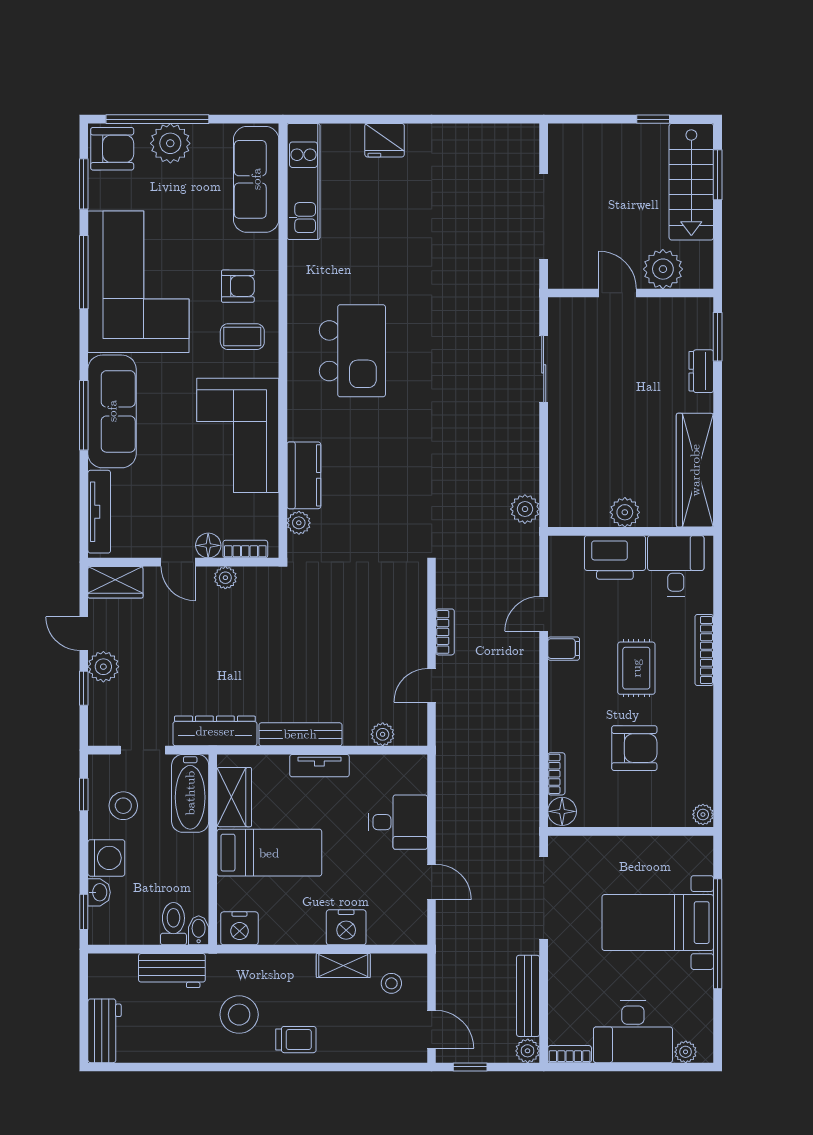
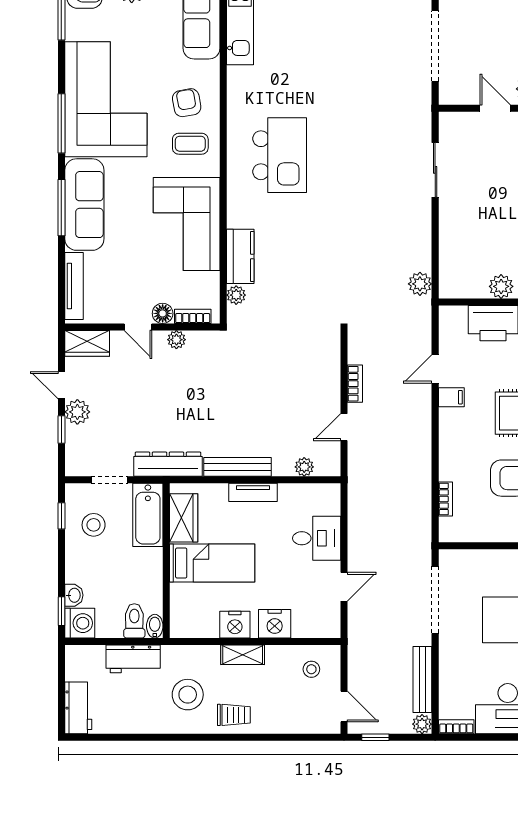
window: (84, 272) -> (61, 123), moved
armchair: (238, 286) -> (187, 103), turned -100
floor lamp: (562, 811) -> (450, 530), removed
washing machine: (106, 858) -> (80, 623), moved
door: (432, 882) -> (344, 587), hinge flipped
nightstand: (239, 928) -> (235, 625), moved
shelving: (343, 965) -> (243, 655), moved

